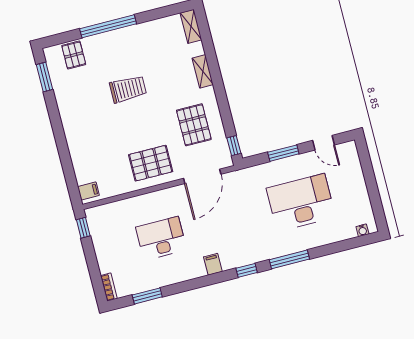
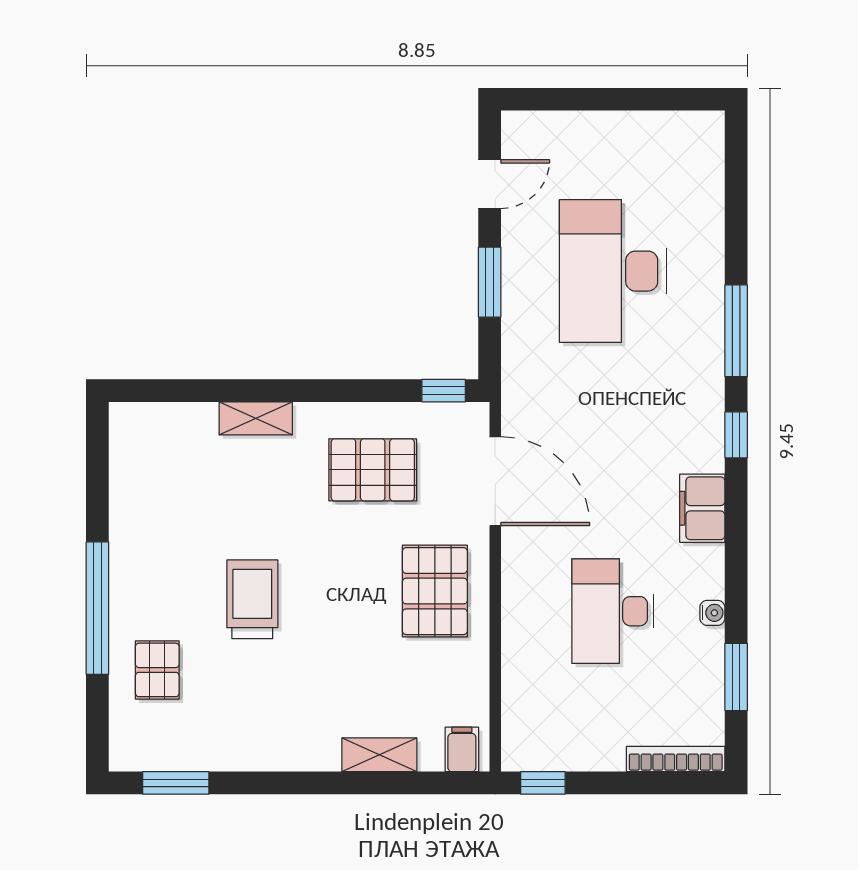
shelving: (191, 26) -> (379, 755), moved
pallet: (74, 55) -> (157, 670), moved, turned 90
water cooler: (362, 230) -> (712, 613), moved
filing cabinet: (213, 264) -> (702, 508), width x2.00
bookcase: (109, 287) -> (676, 759), width x1.56

